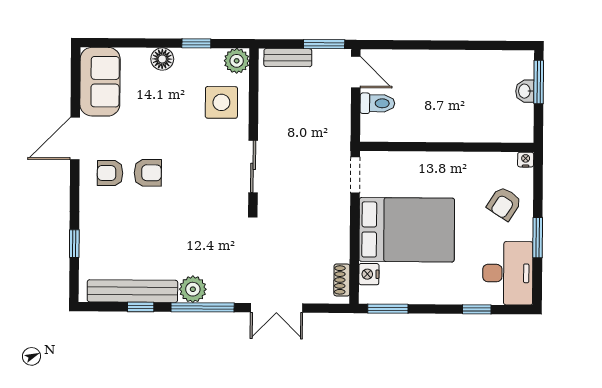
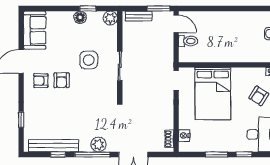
floor lamp: (162, 59) -> (80, 17), moved
side table: (221, 102) -> (89, 60), moved
sliding door: (253, 166) -> (120, 66), moved
armchair: (148, 173) -> (62, 80), turned 90
bed: (407, 230) -> (213, 94), moved, turned 90
plant: (193, 289) -> (98, 144), moved
window: (388, 309) -> (216, 154), moved

